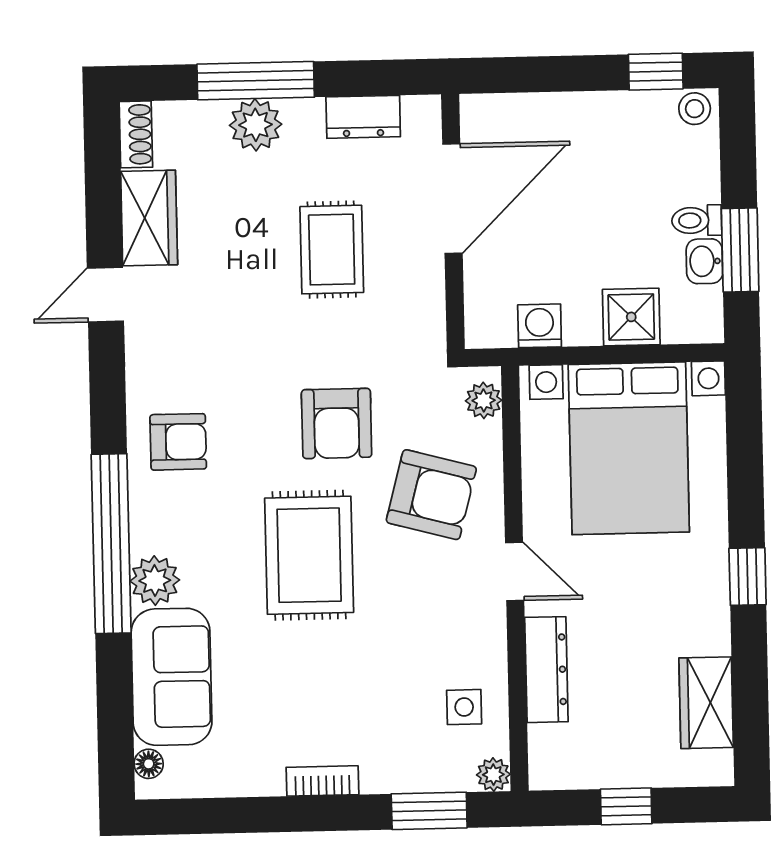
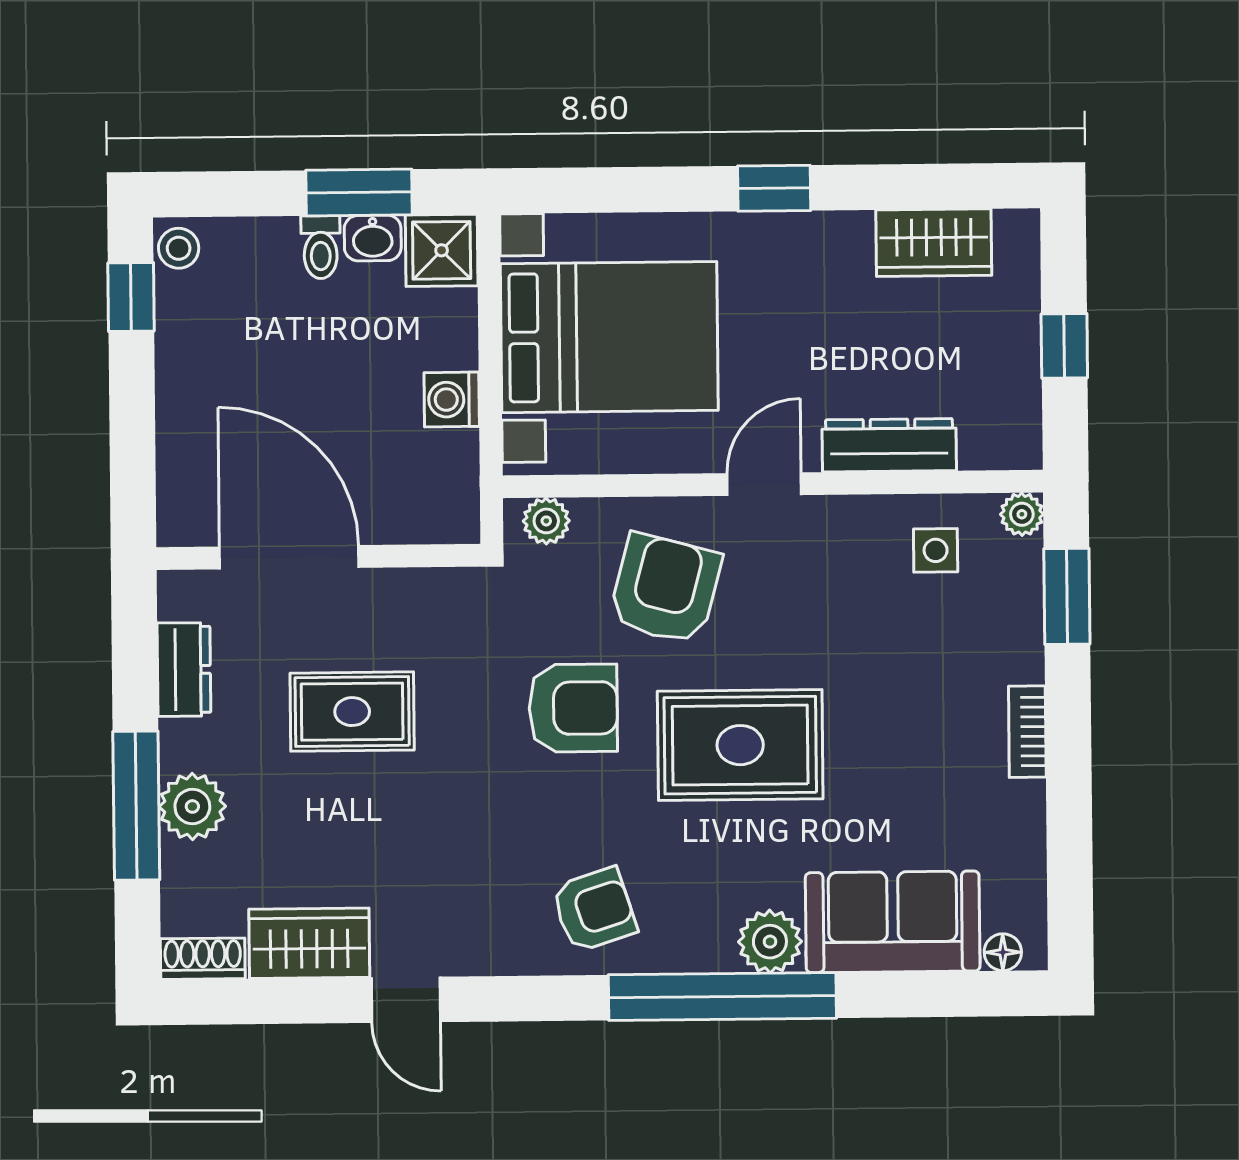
shower: (631, 317) -> (442, 250), moved
washing machine: (540, 326) -> (452, 400), moved
armchair: (178, 442) -> (594, 910), turned 72

